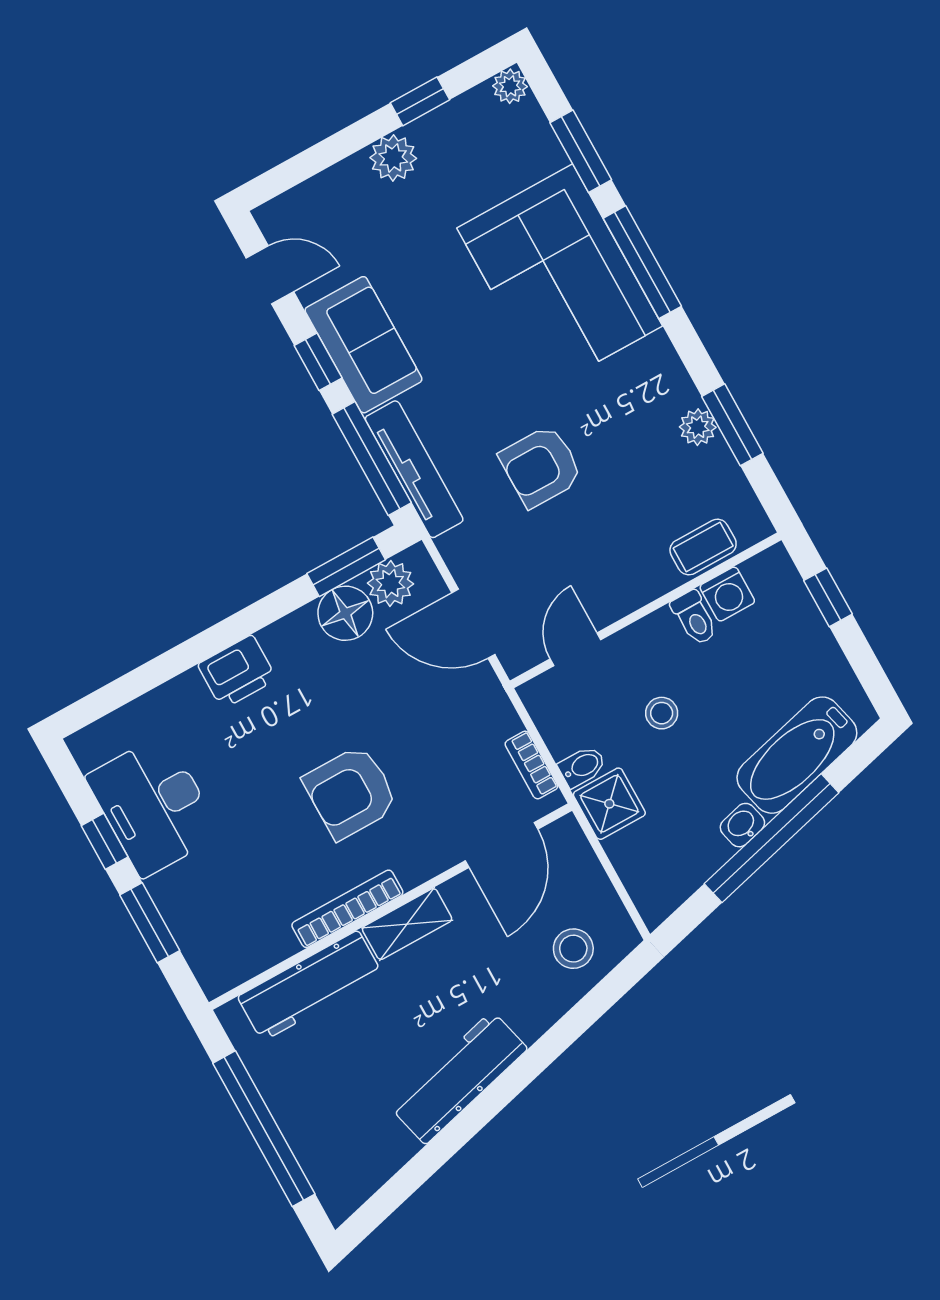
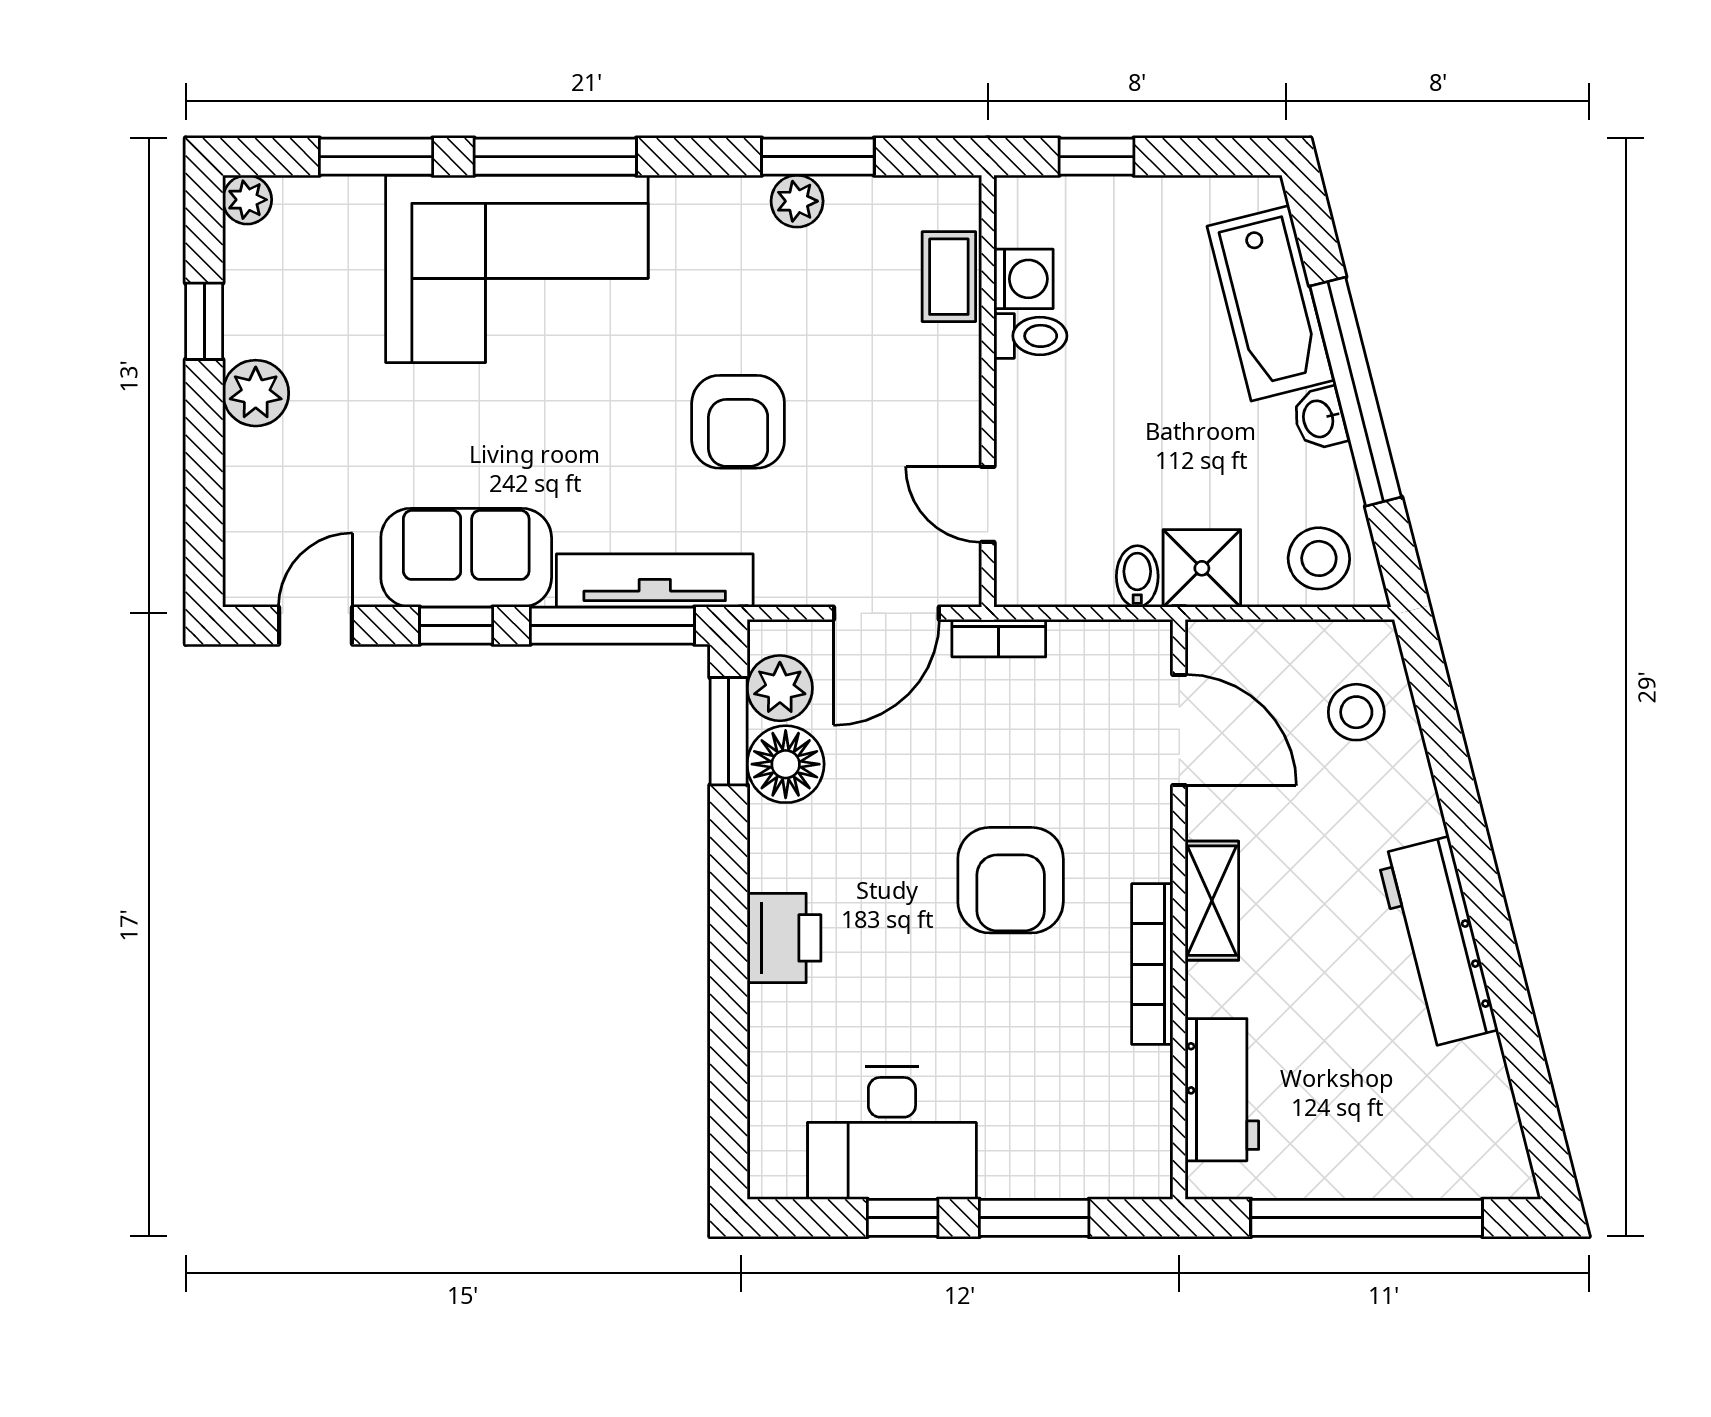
stool: (662, 713) -> (1319, 558), moved, width x1.37, depth x1.37
bookcase: (531, 765) -> (999, 638), moved
workbench: (310, 986) -> (1222, 1090), width x0.73

